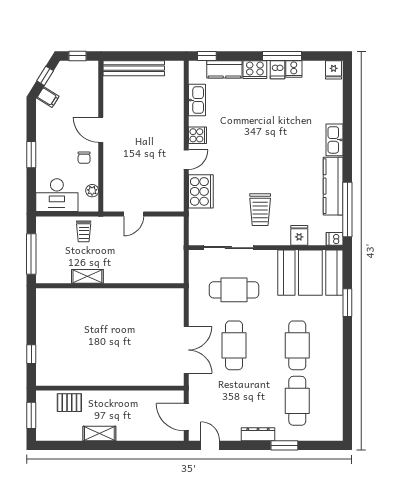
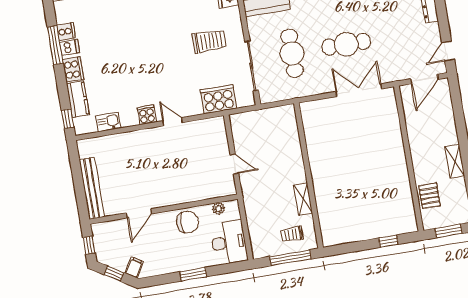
kitchen sink: (197, 100) -> (108, 122), width x0.73
door: (101, 130) -> (139, 213), moved
chair: (84, 158) -> (187, 222), width x1.87, depth x1.87
cooker: (201, 191) -> (218, 99), moved
trolley: (84, 231) -> (292, 234), moved, turned 180

